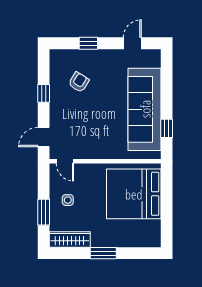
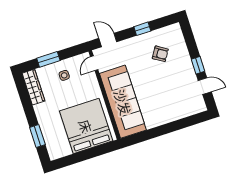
window: (88, 43) -> (198, 65), moved
sofa: (145, 109) -> (123, 102), moved, turned 90
window: (167, 128) -> (146, 135), removed
window: (103, 253) -> (37, 136), moved

